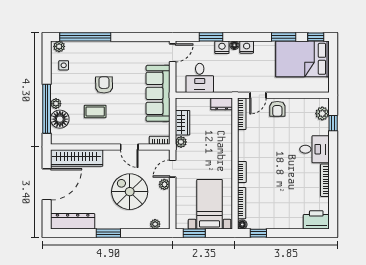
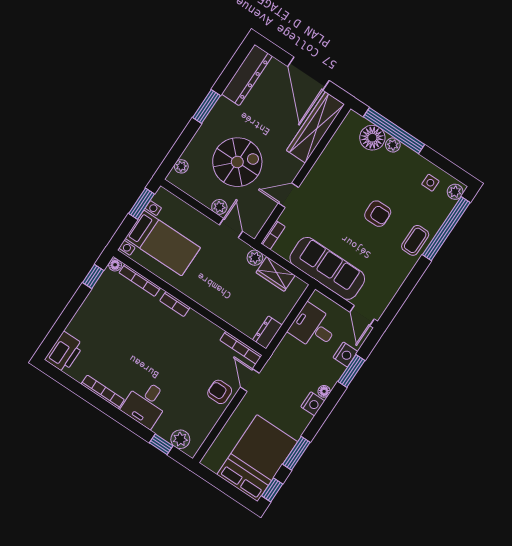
nightstand: (222, 47) -> (345, 354), moved
coffee table: (95, 111) -> (415, 240), moved

